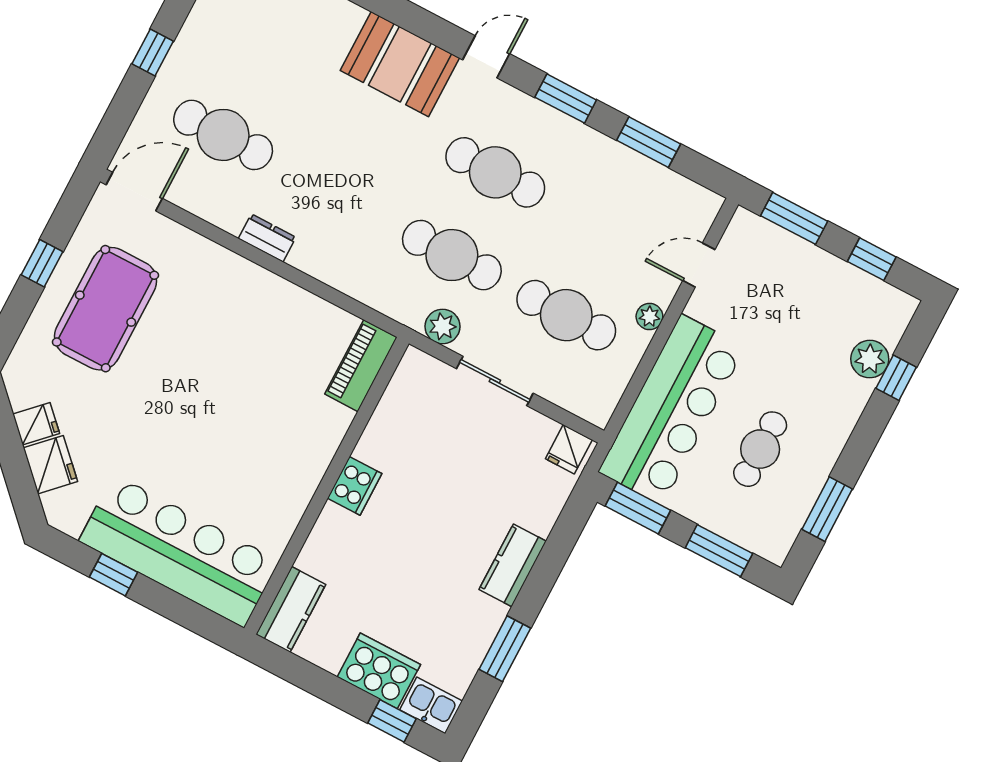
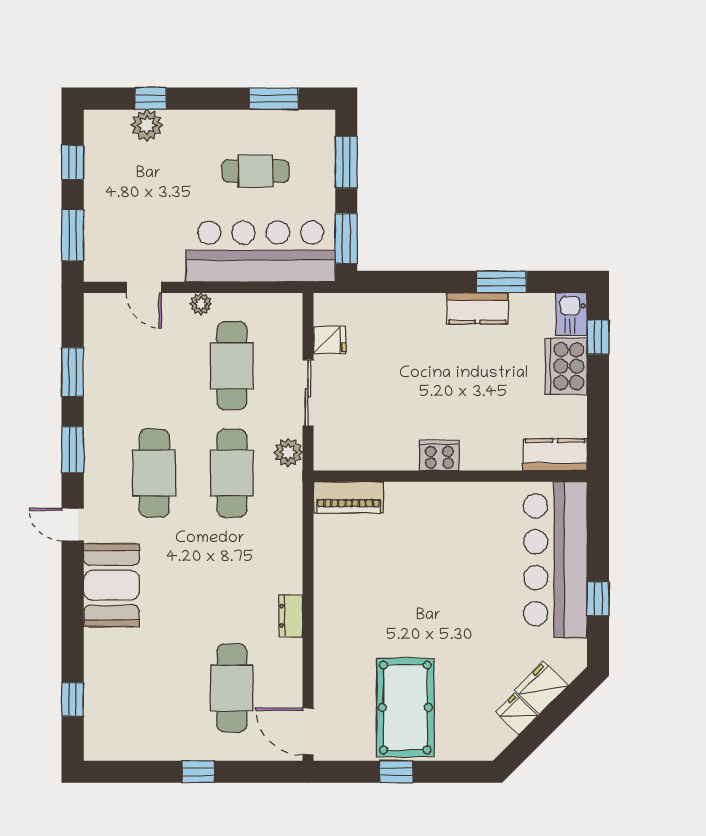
pool table: (105, 309) -> (405, 707), turned 90
fridge: (569, 449) -> (330, 340), moved
kitchen counter: (513, 565) -> (477, 308), moved

